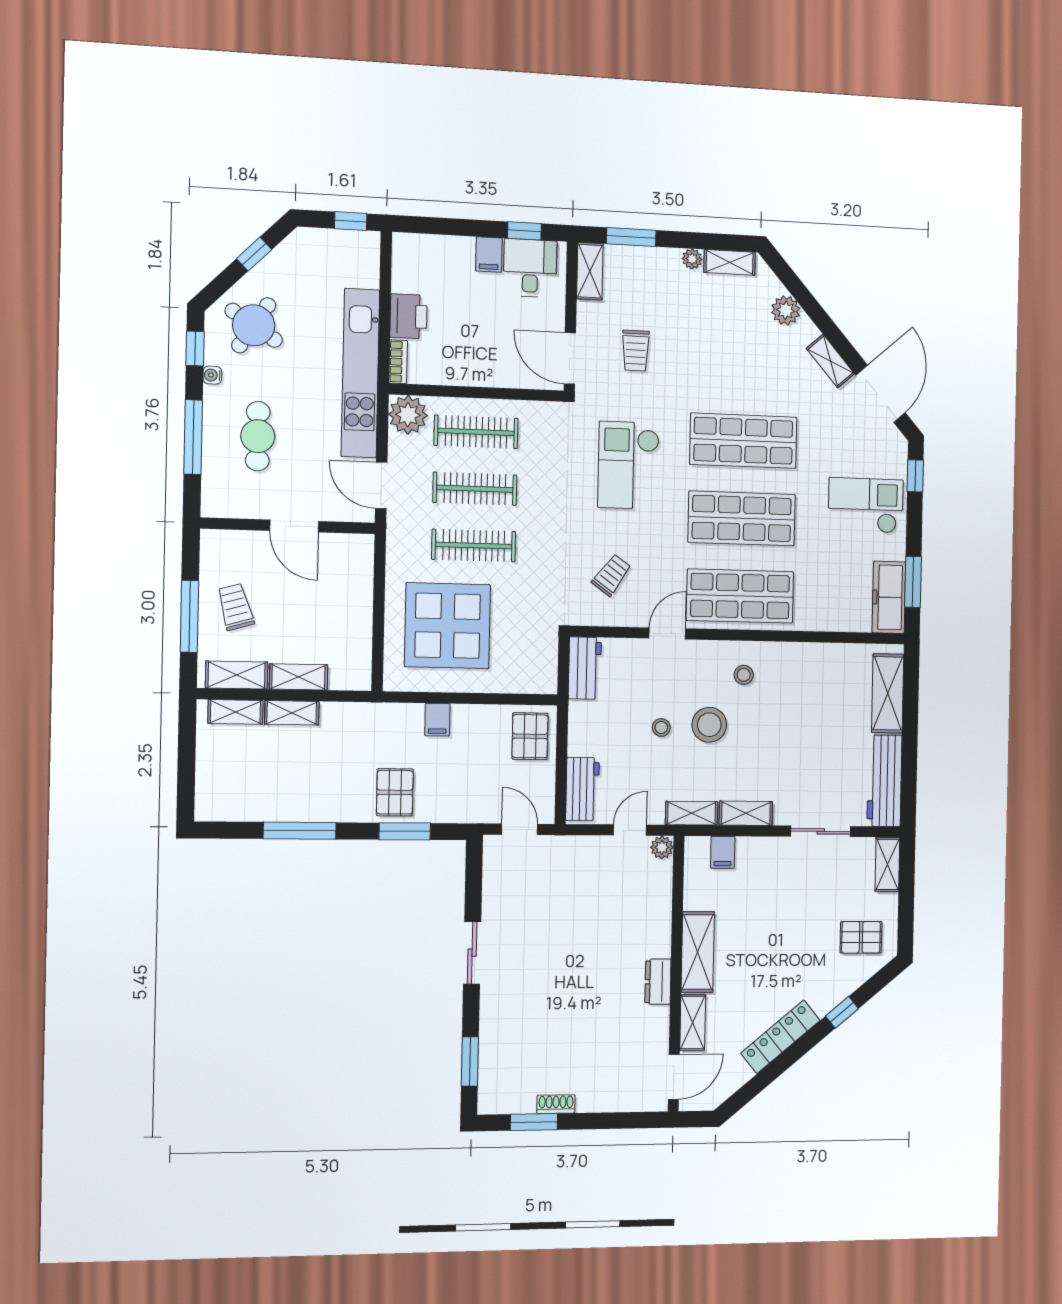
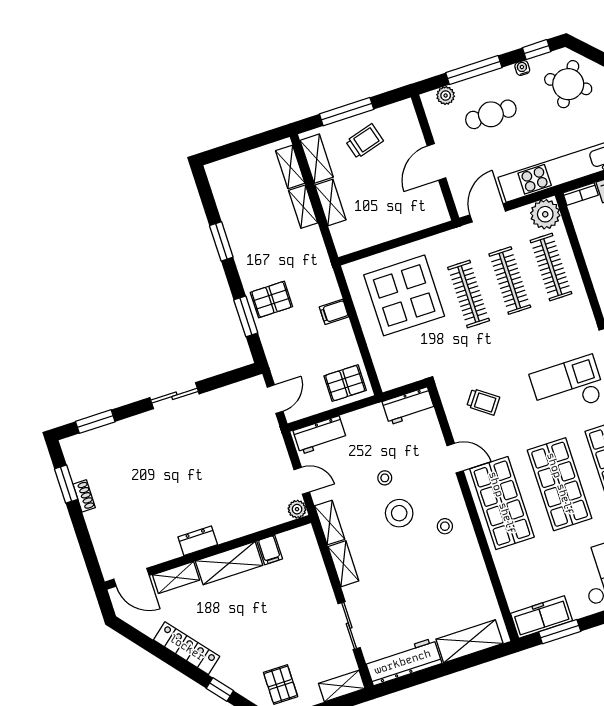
plant: (213, 484) -> (446, 96), added
window: (300, 831) -> (221, 241), width x0.69
filing cabinet: (723, 852) -> (270, 550), moved, turned -90

